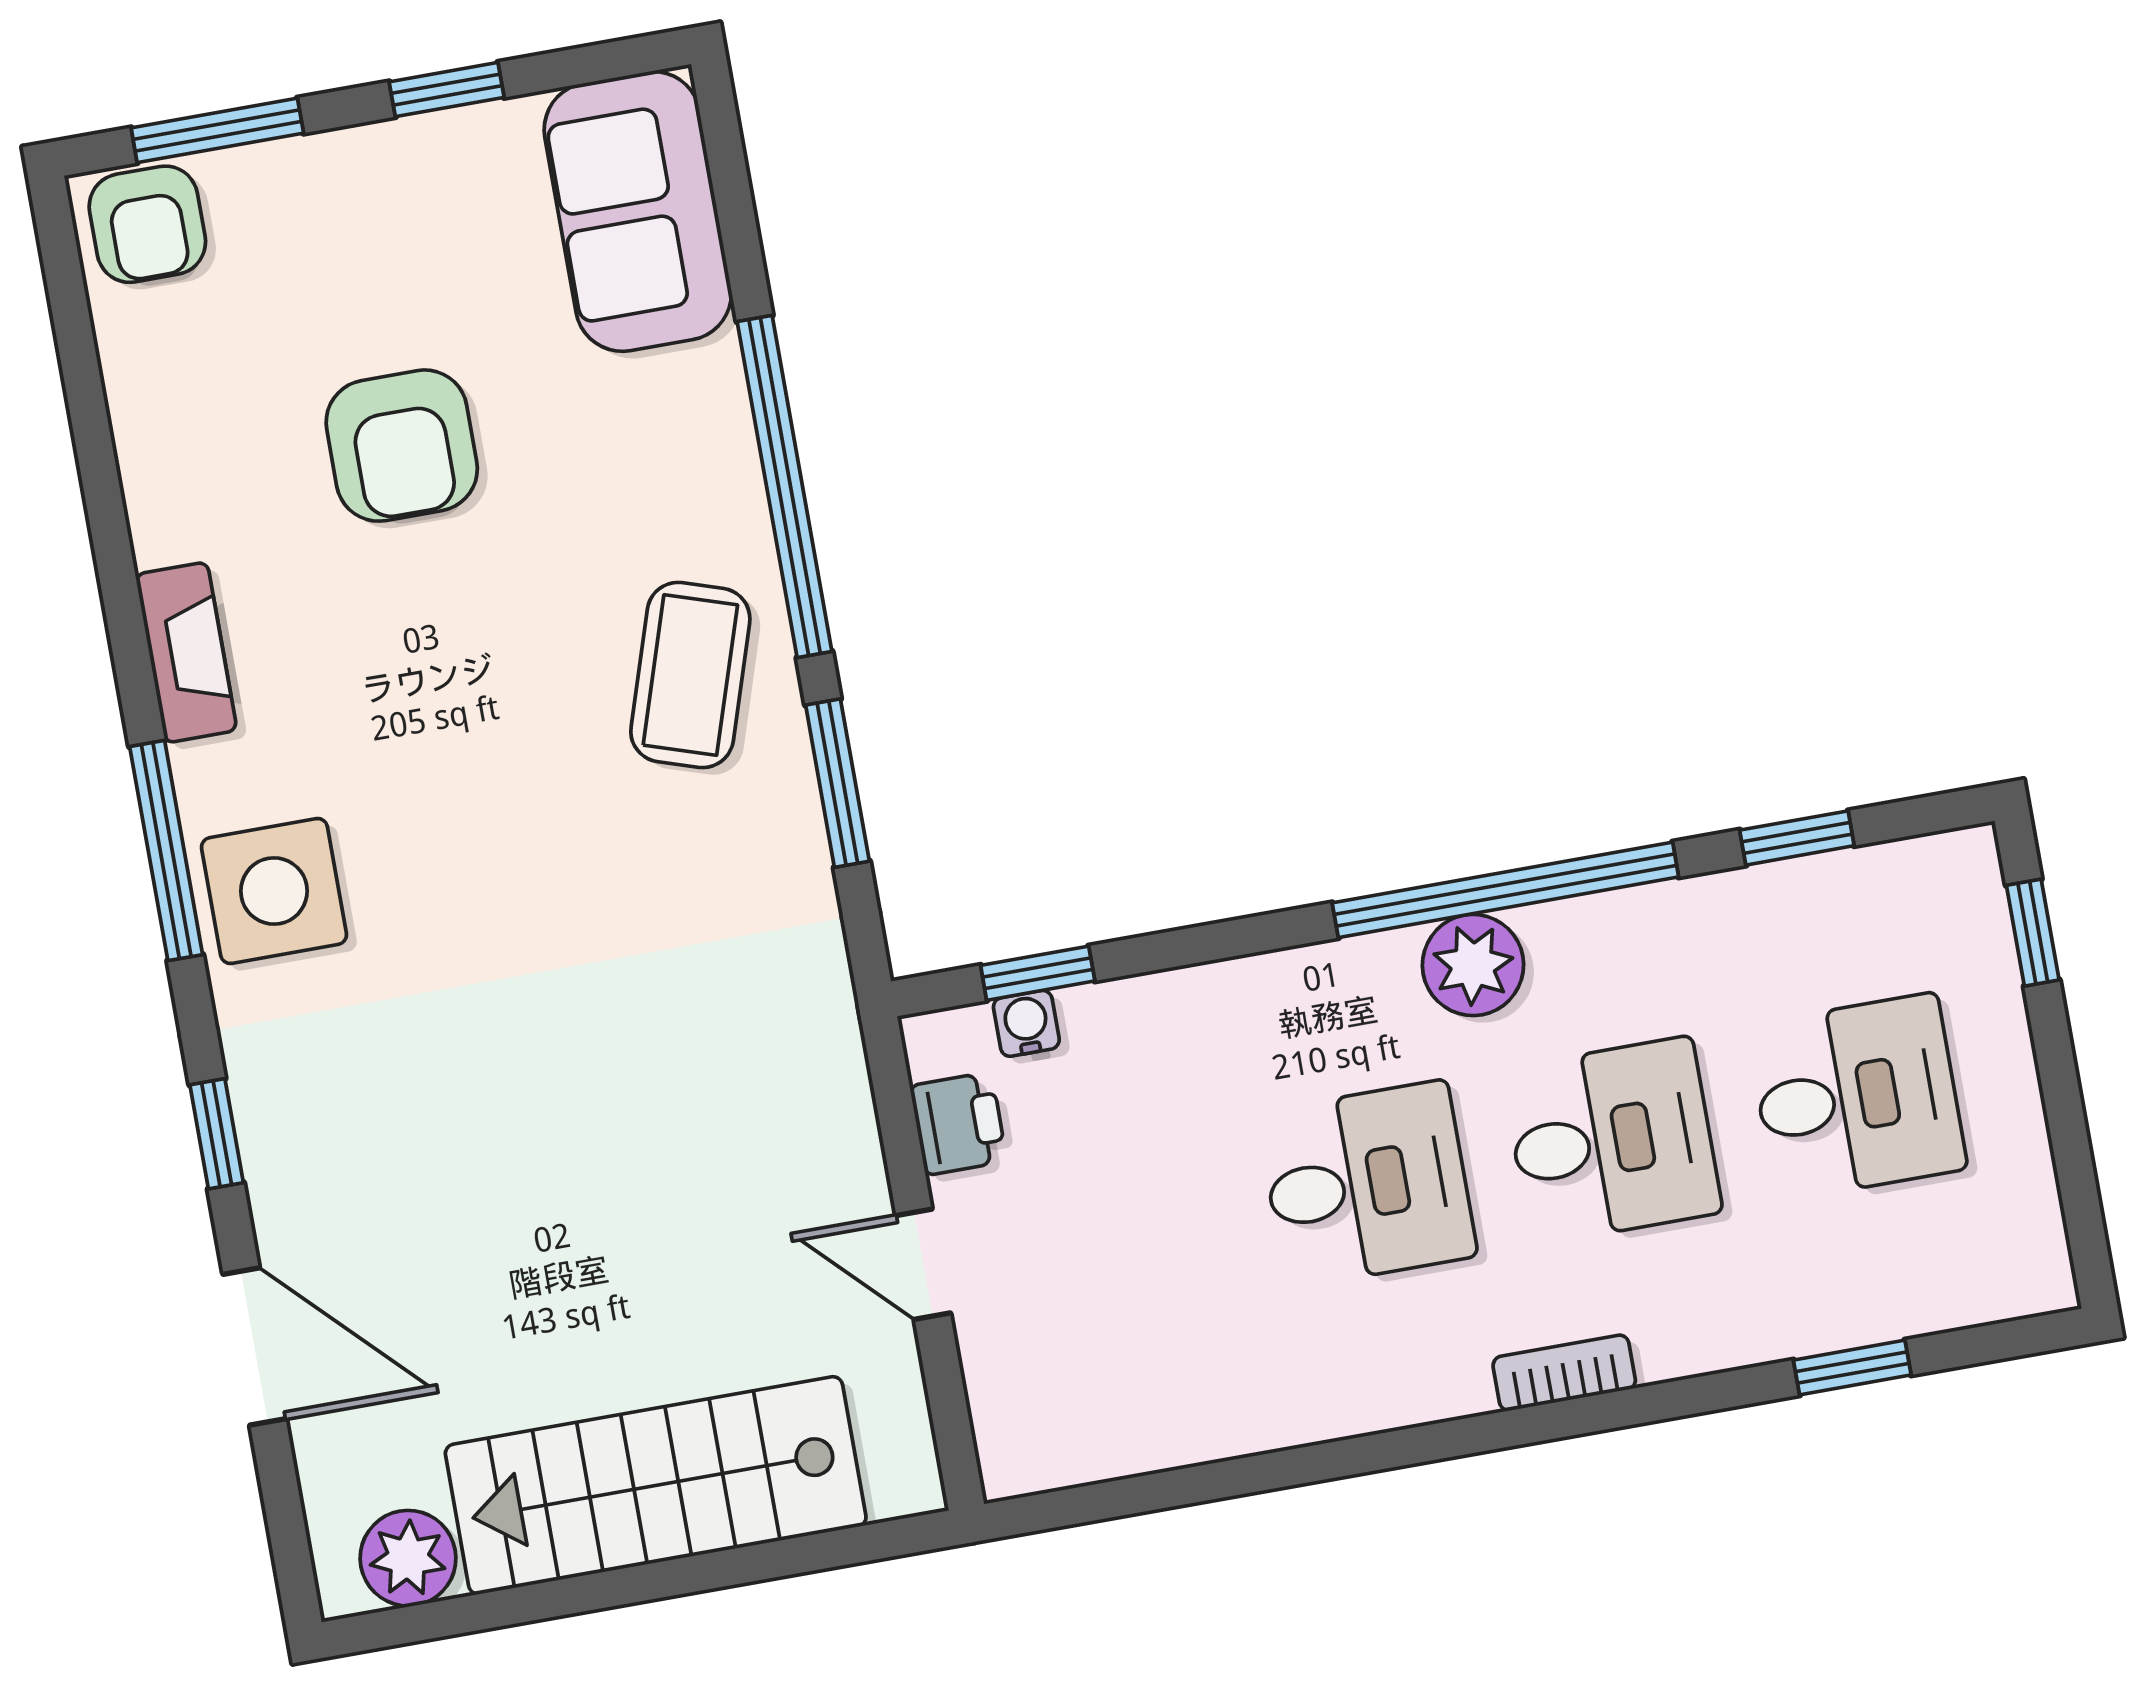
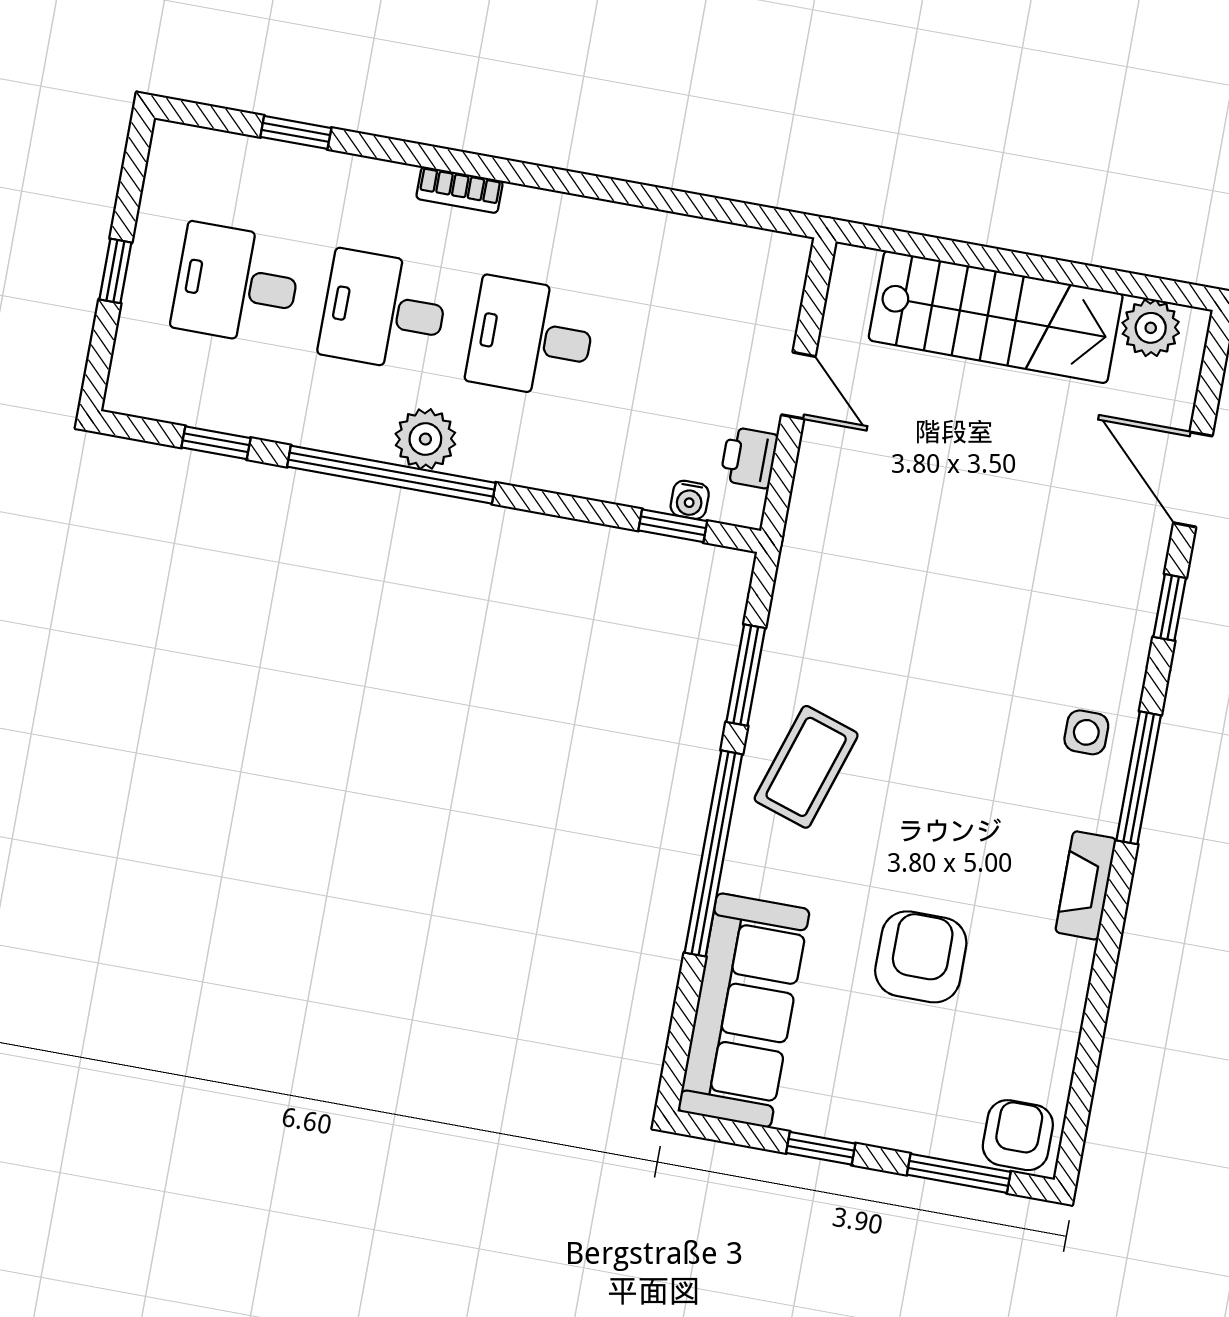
sofa: (638, 211) -> (744, 1010), width x1.36
side table: (274, 891) -> (1086, 732), width x0.54, depth x0.54
window: (2033, 933) -> (115, 271), moved

